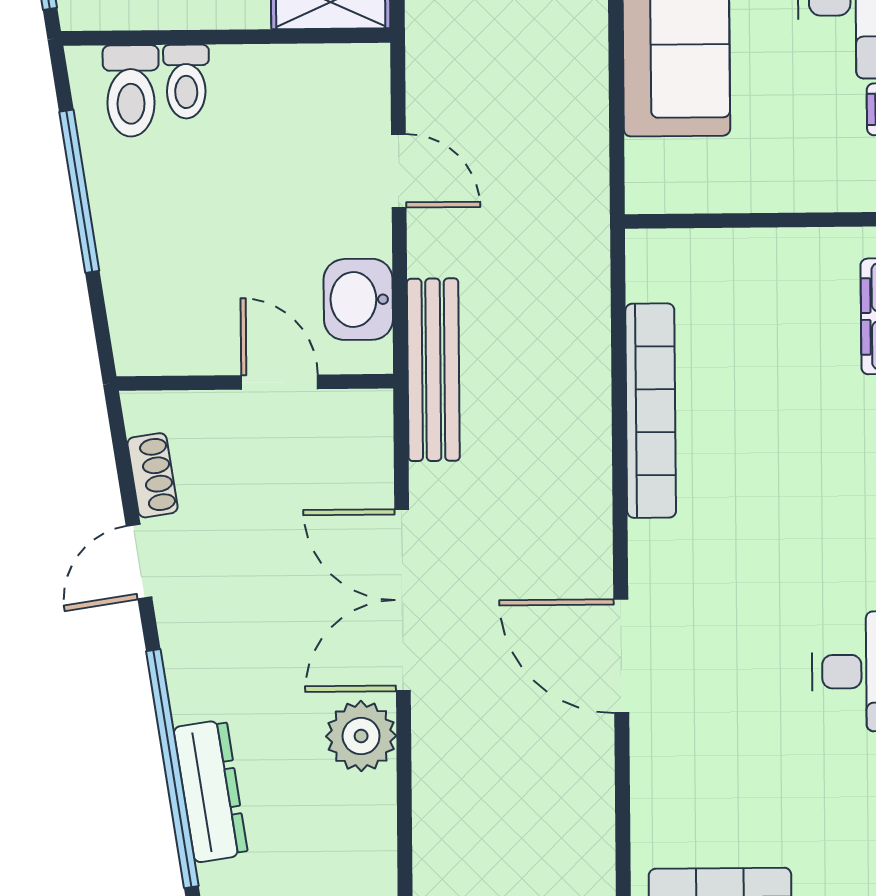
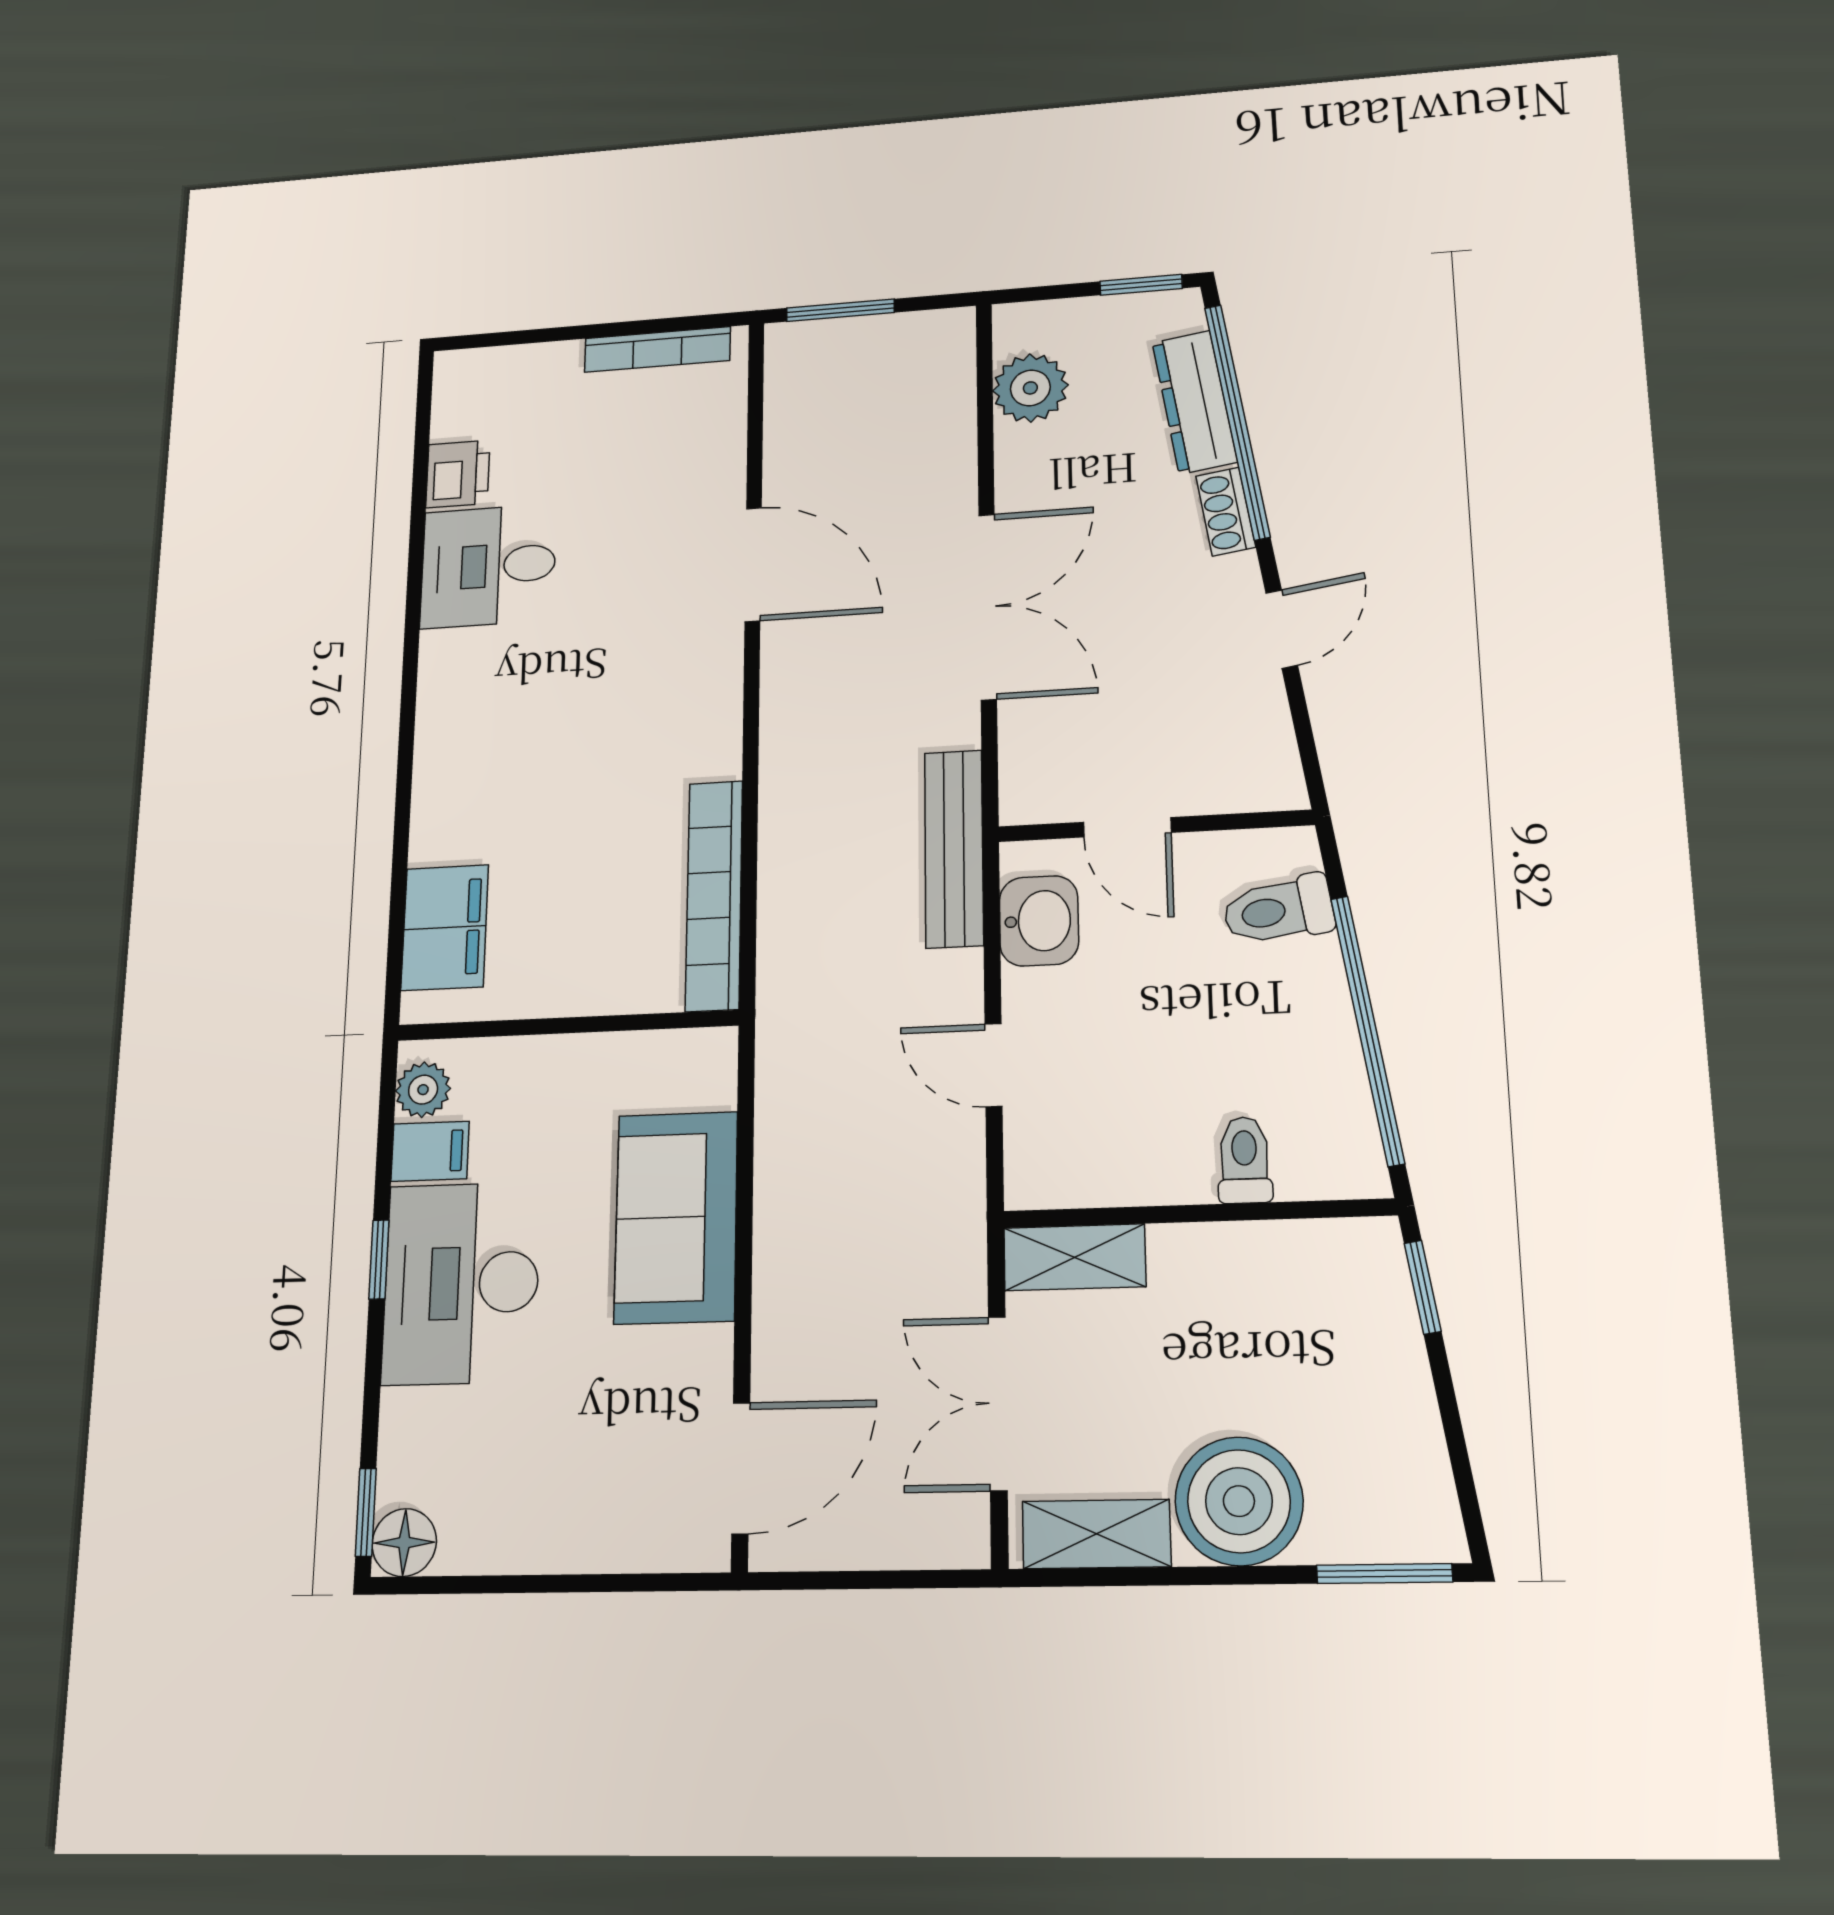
toilet: (131, 91) -> (1278, 910), moved, turned -99
window: (79, 191) -> (1367, 1030), width x1.46
bookcase: (651, 411) -> (714, 895), moved
shoe rack: (152, 475) -> (1226, 512), moved
plant: (361, 736) -> (1030, 388), moved

